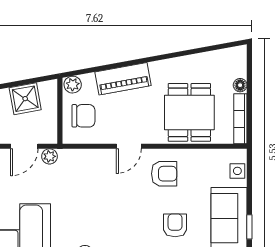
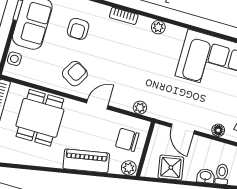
door: (24, 146) -> (183, 129), swing flipped
plant: (49, 156) -> (140, 108), moved
armchair: (164, 174) -> (75, 74), turned 121

